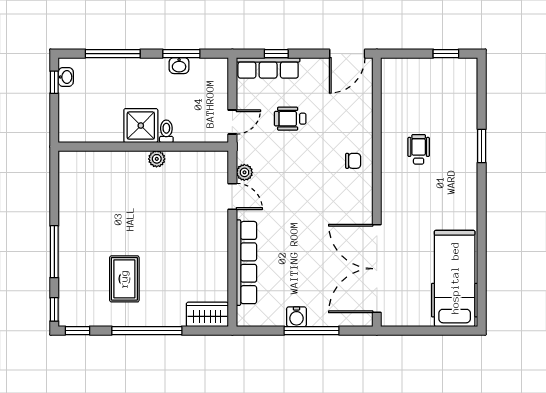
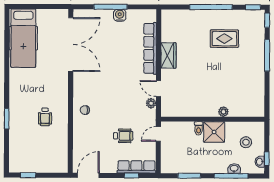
washbasin: (179, 66) -> (234, 169), moved
stool: (88, 109) -> (246, 142), added
plant: (157, 159) -> (223, 112), moved
rug: (124, 279) -> (224, 39), turned 90
wardrobe: (207, 314) -> (168, 55), moved, turned -90

